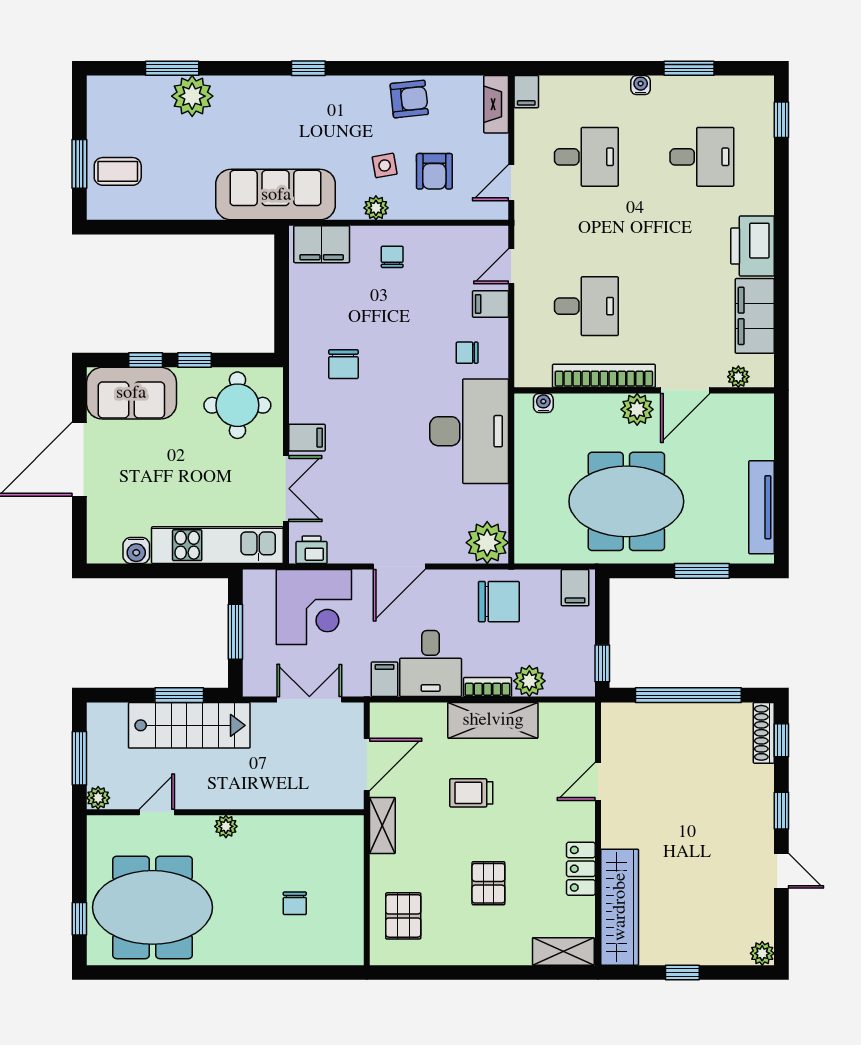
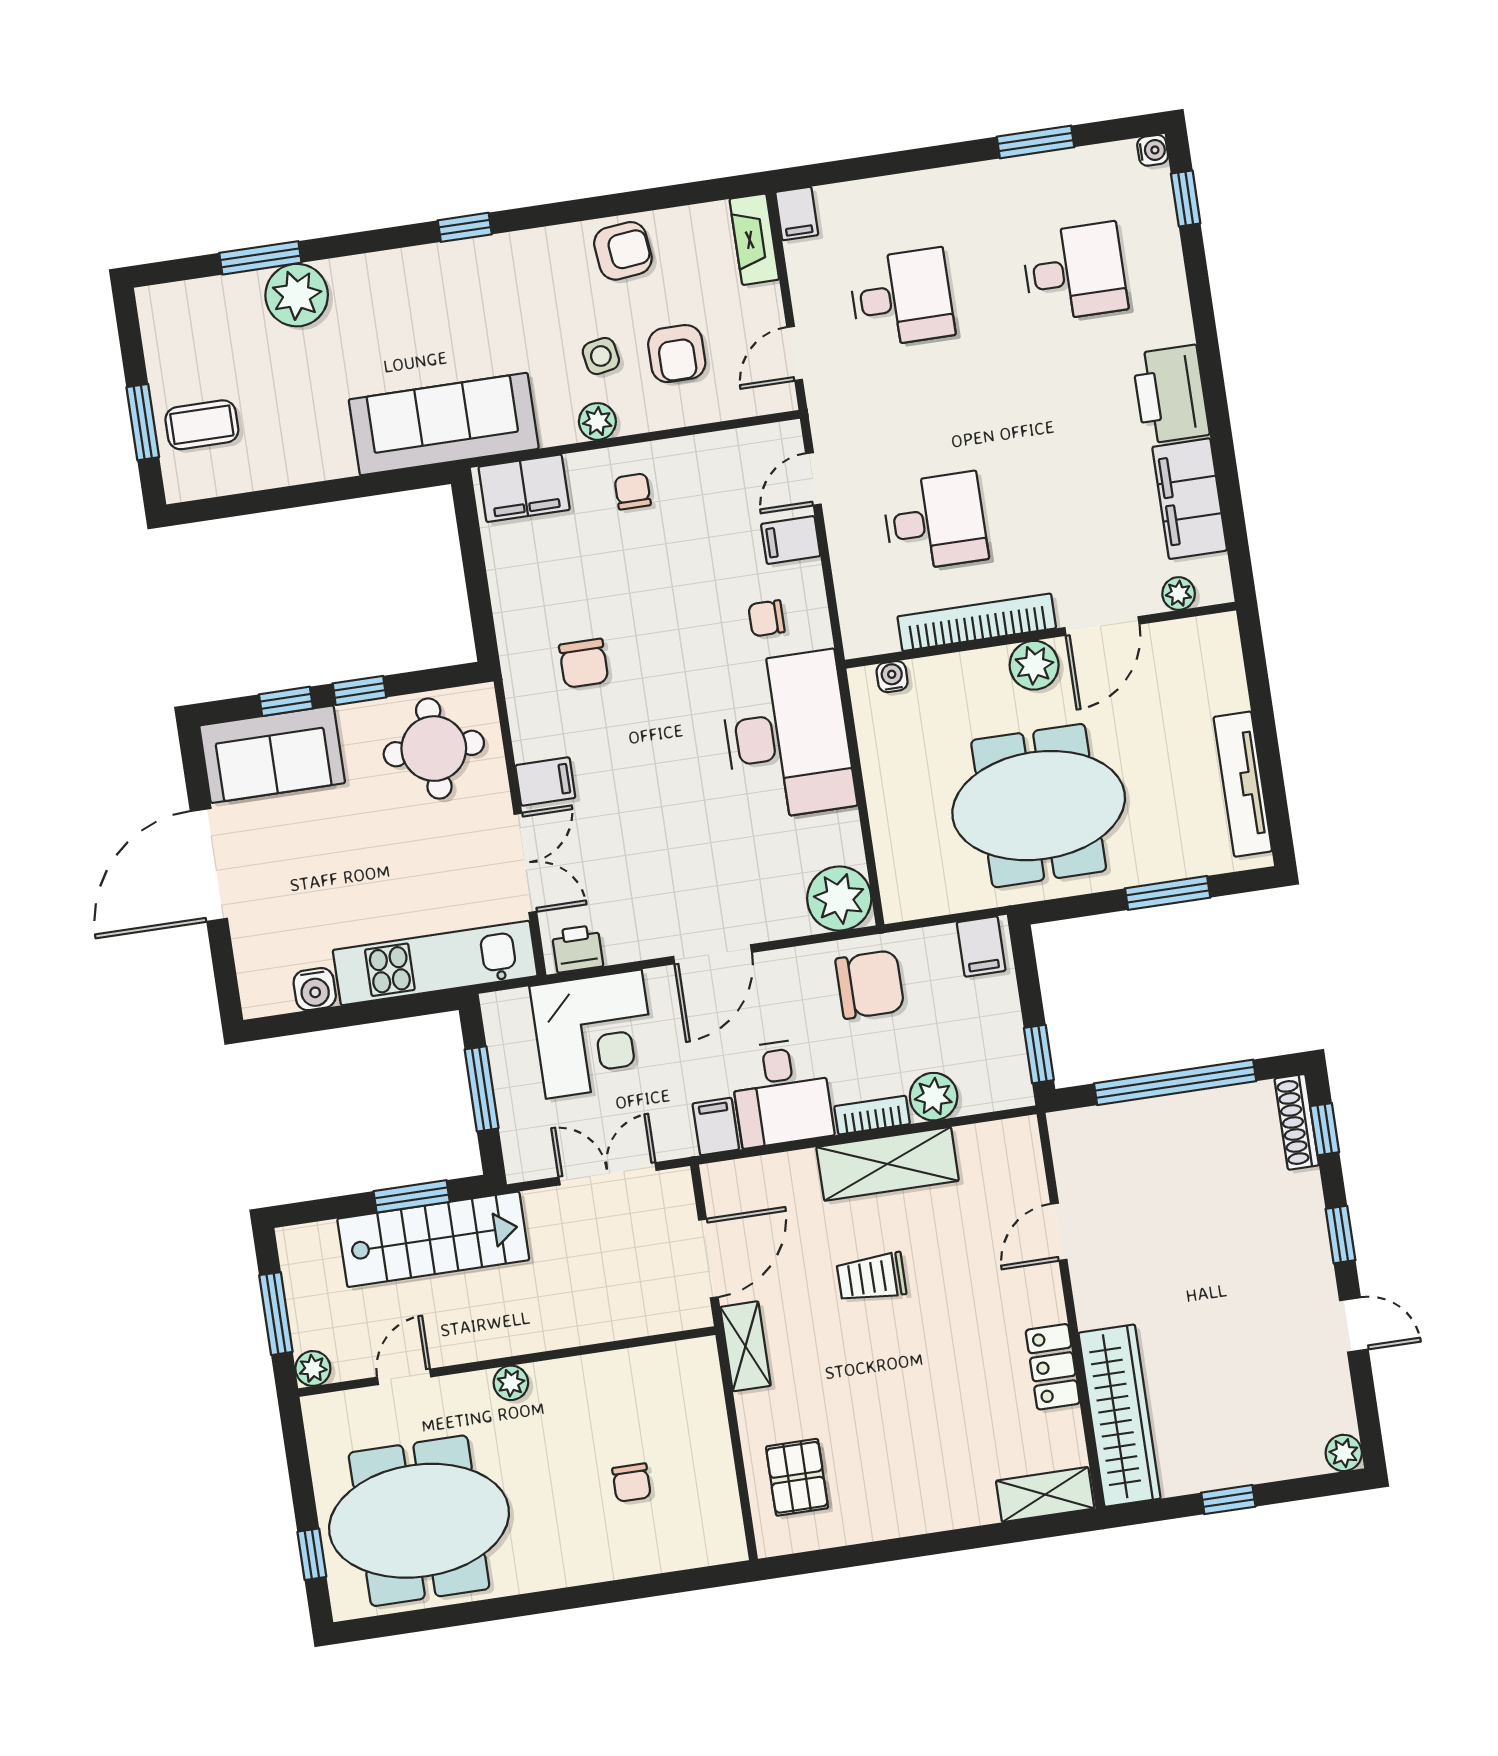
water cooler: (641, 85) -> (1153, 150), moved, turned 90
pallet: (488, 883) -> (917, 1409), removed

